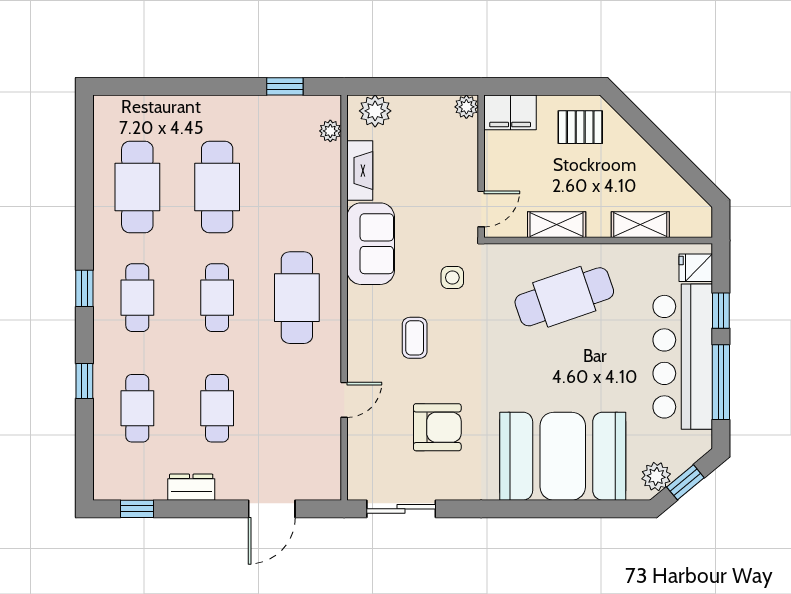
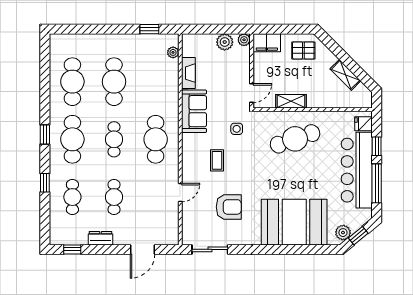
plant: (375, 111) -> (225, 42), moved
shelving: (640, 225) -> (345, 75), moved, turned 45
cafe table: (137, 298) -> (72, 139), width x1.37, depth x1.35

